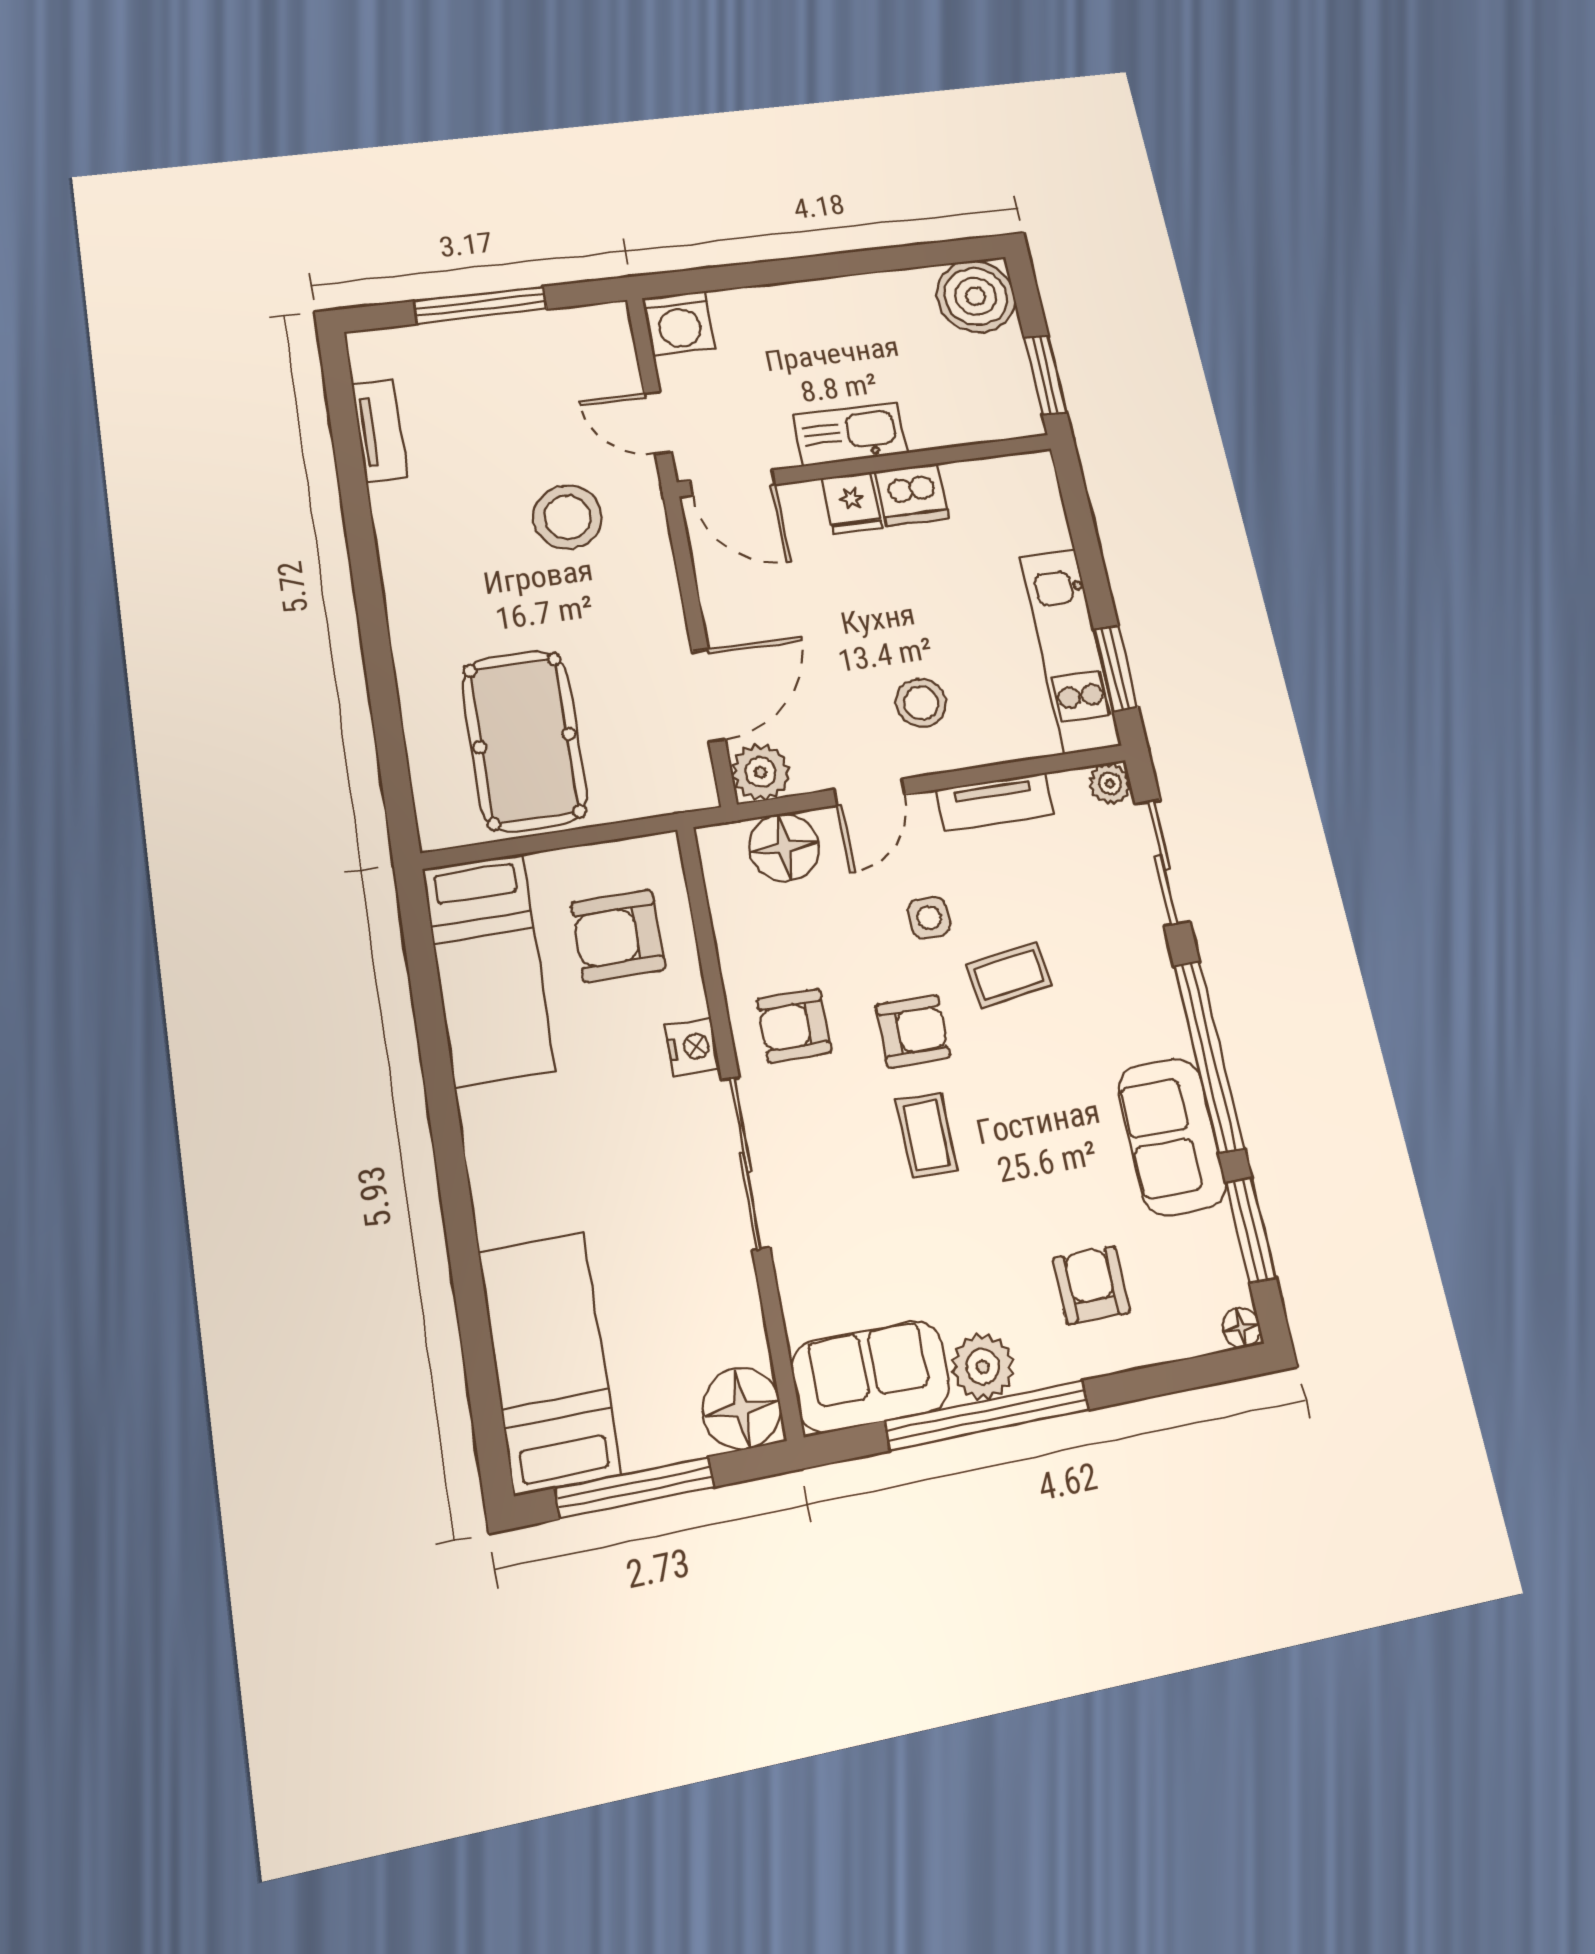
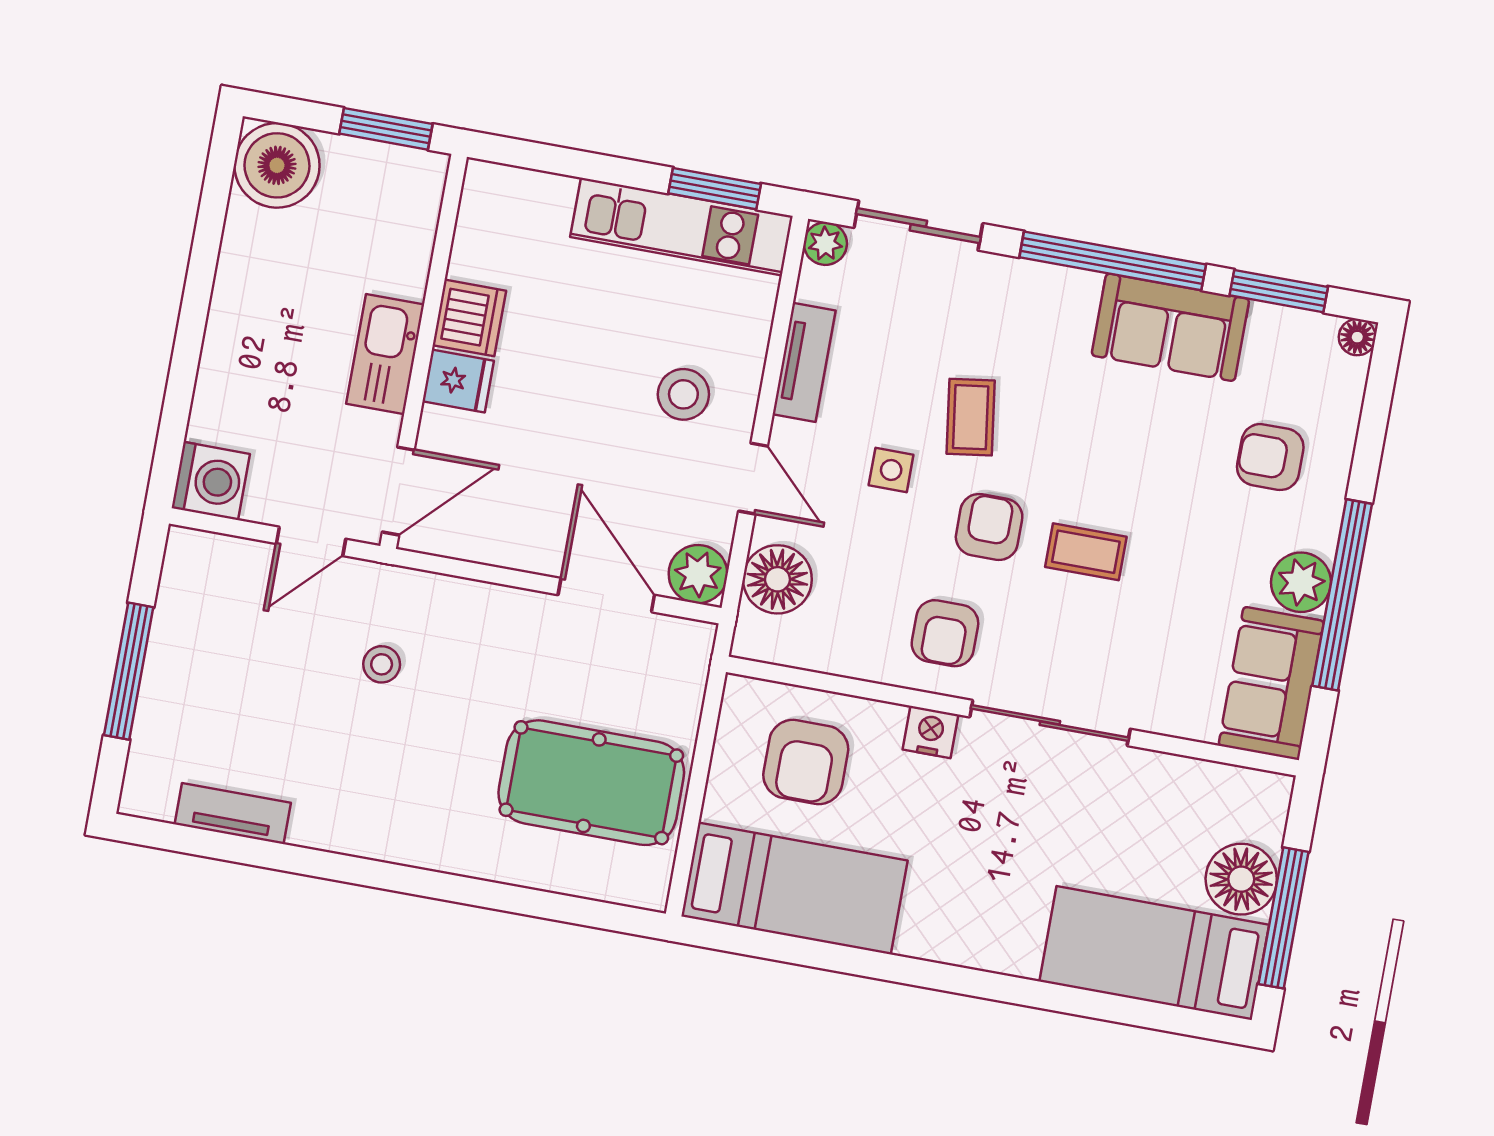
stool: (568, 517) -> (382, 664), width x0.53, depth x0.53
floor lamp: (742, 1408) -> (1241, 879), moved

